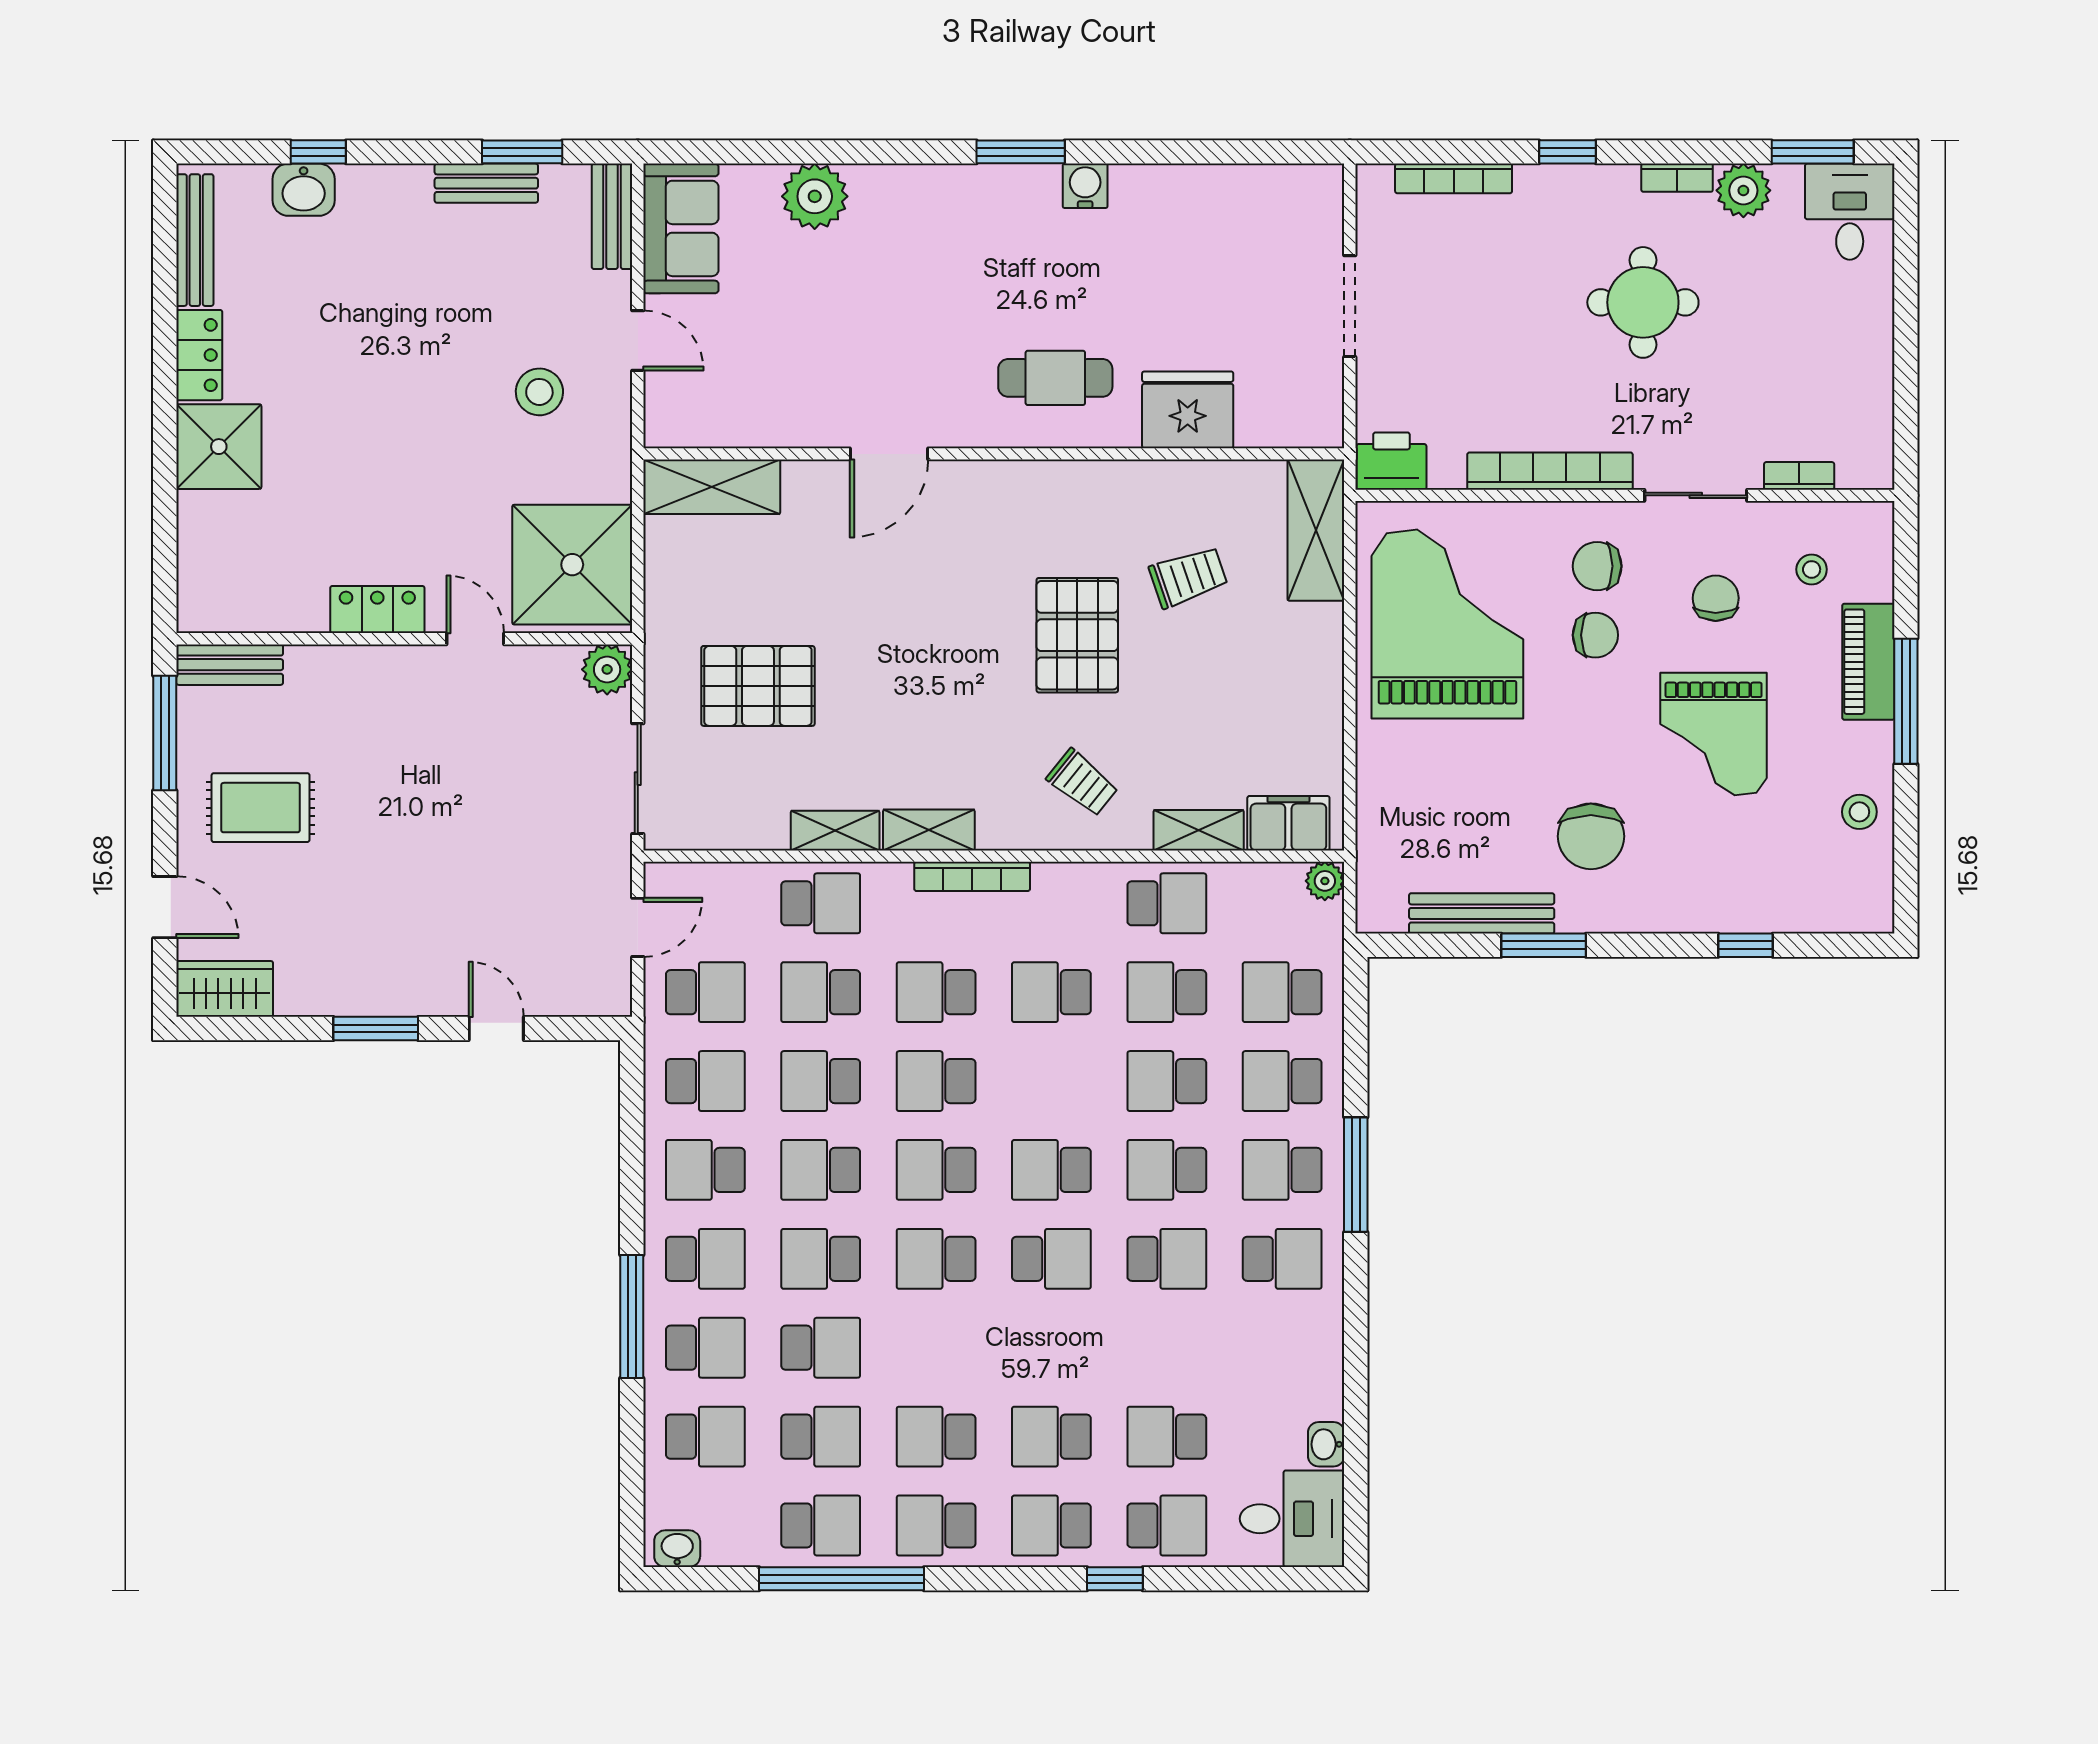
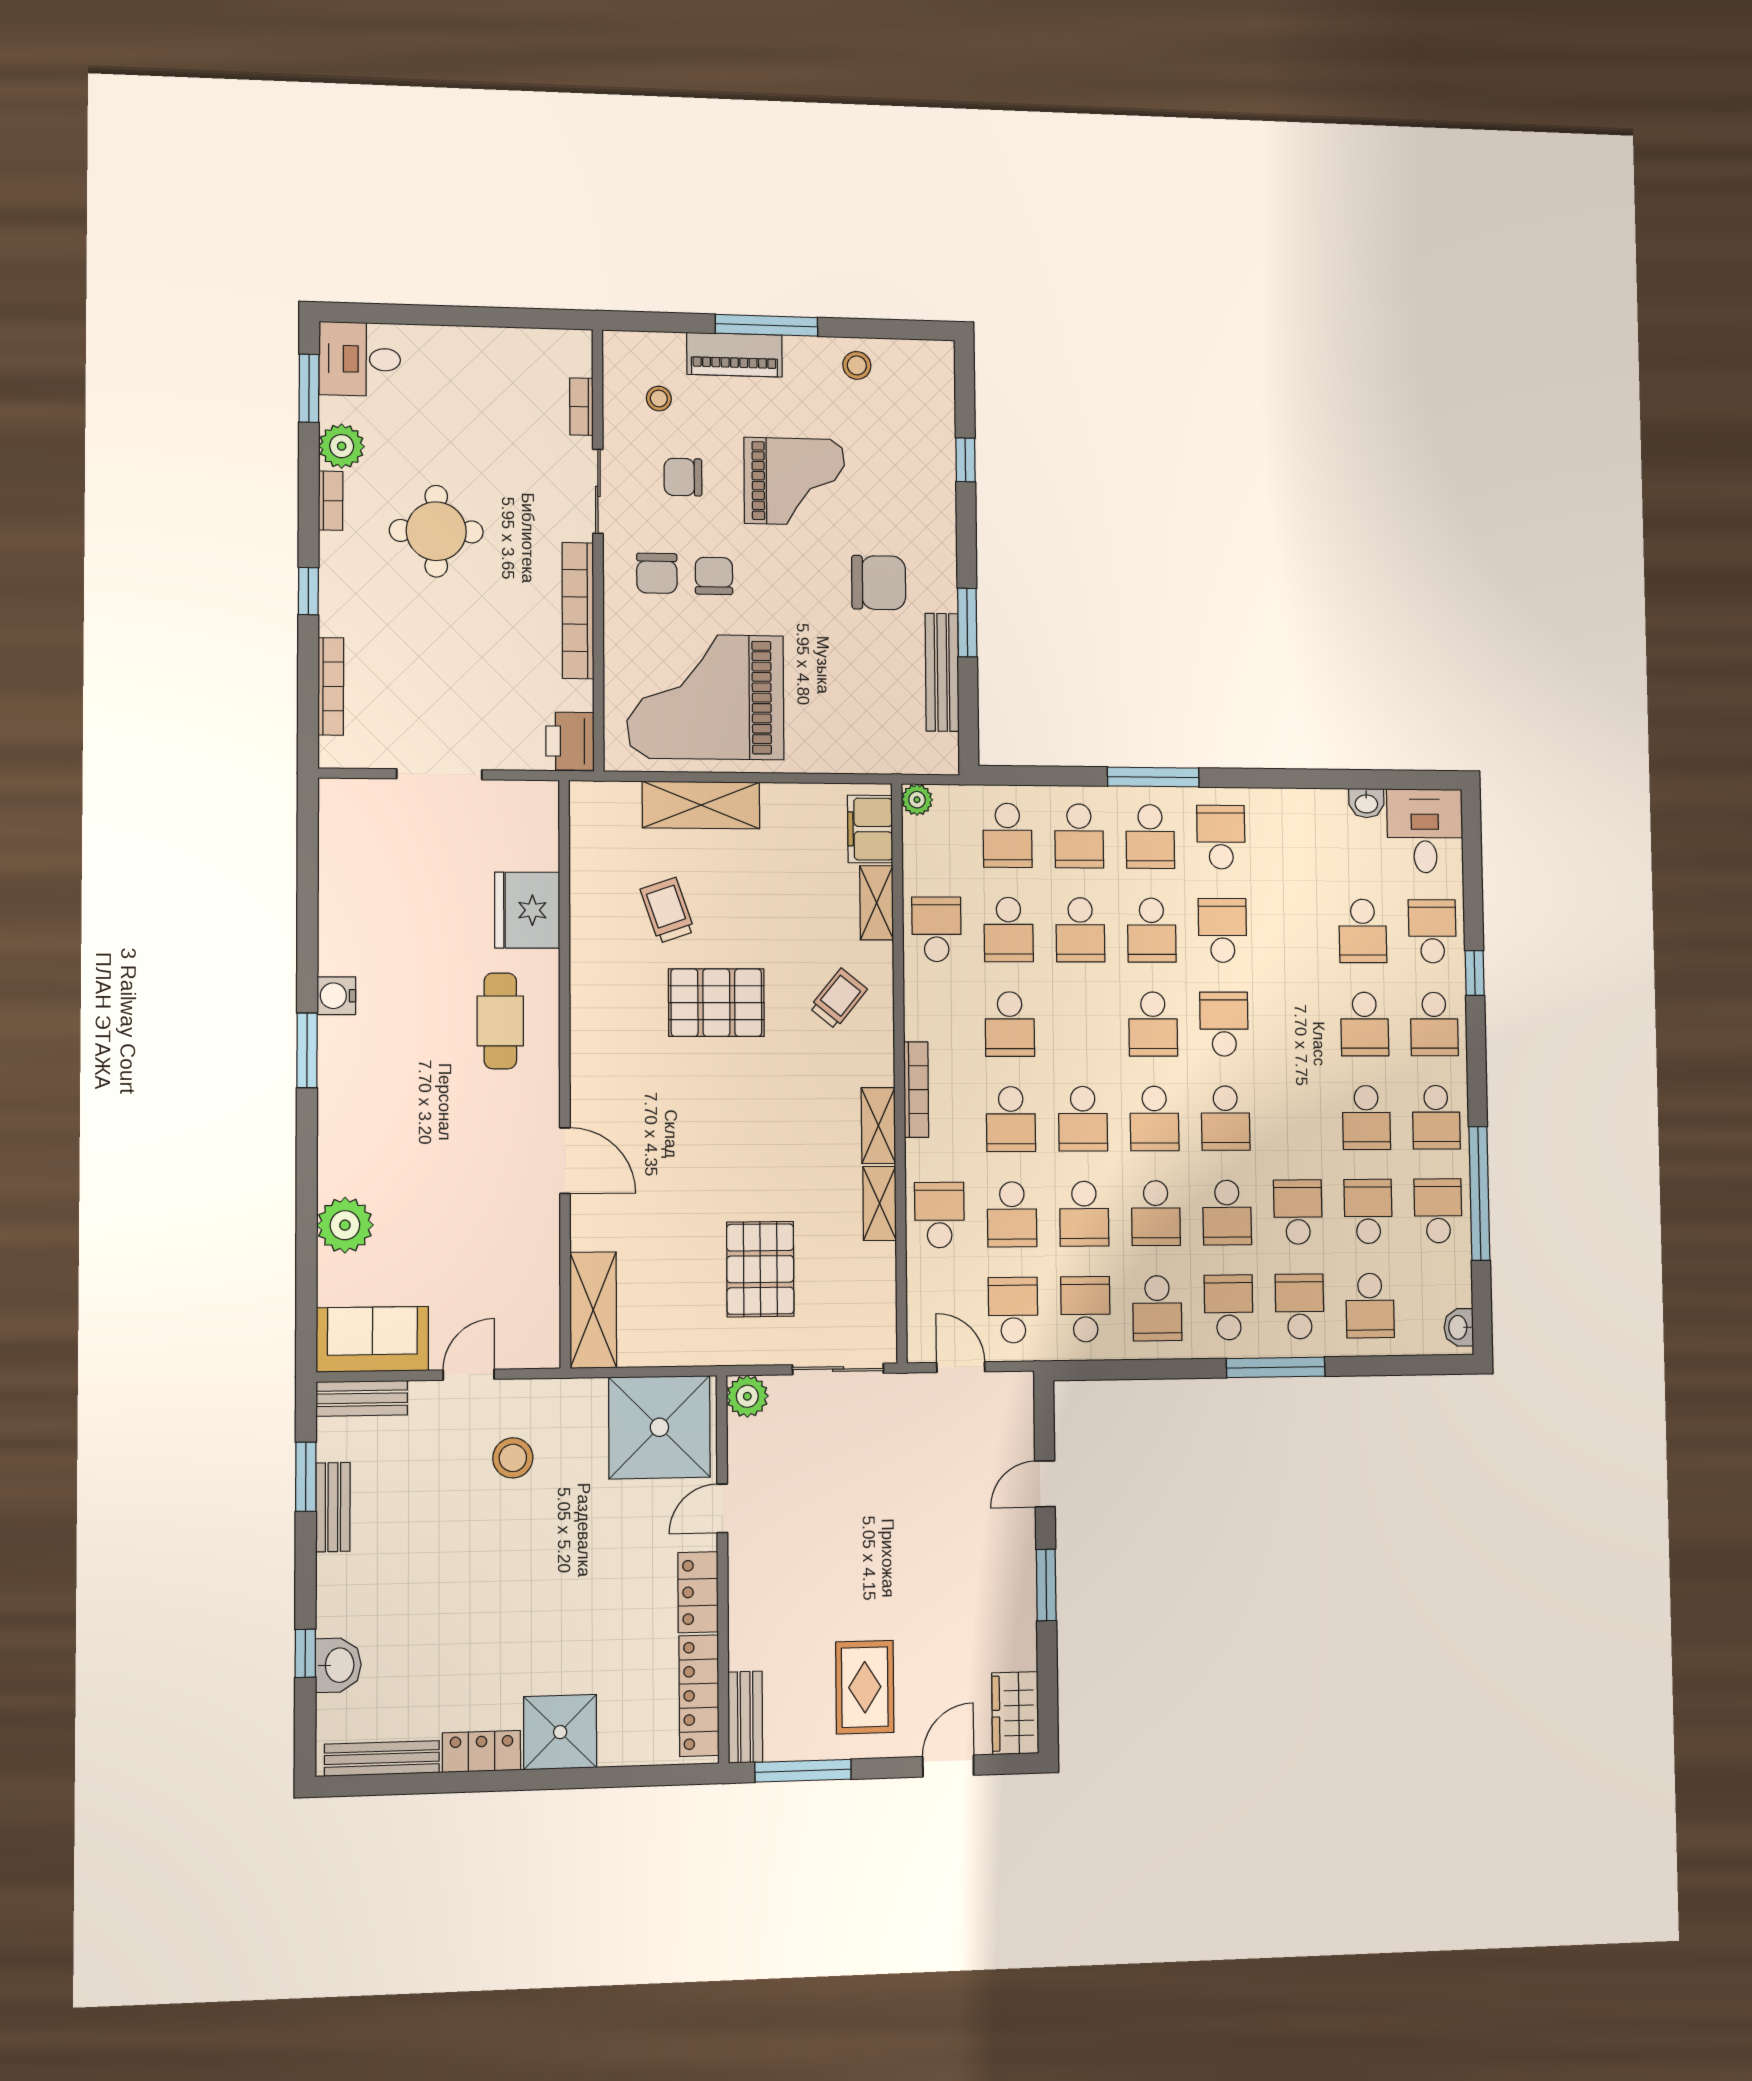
shelving: (1316, 530) -> (701, 805), moved
locker: (256, 610) -> (699, 1696), added
school desk: (705, 1437) -> (1370, 1306), turned 180

